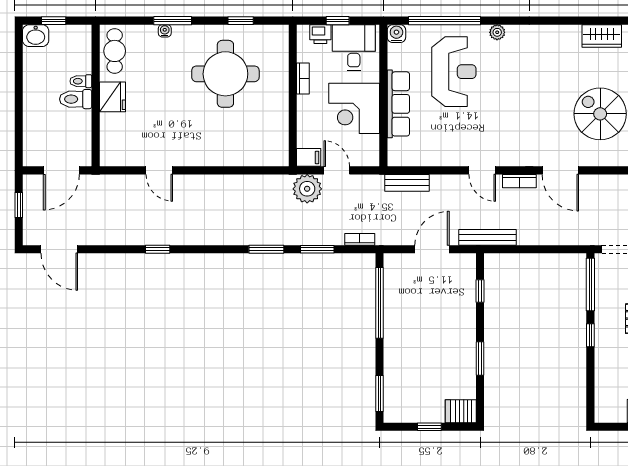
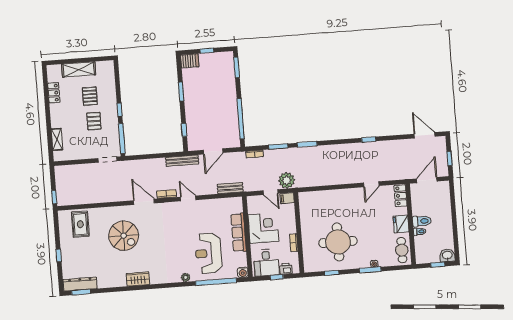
wardrobe: (602, 36) -> (138, 279), moved
locker: (110, 147) -> (401, 196), added
door: (159, 170) -> (371, 184), swing flipped

